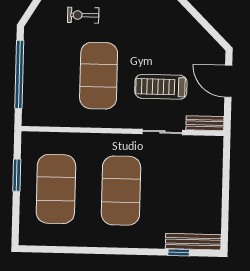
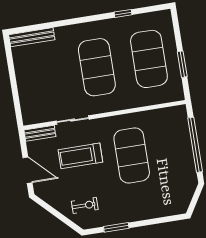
exercise bike: (83, 15) -> (85, 205), moved
treadmill: (161, 87) -> (80, 156), turned 180
window: (179, 253) -> (123, 13), moved

